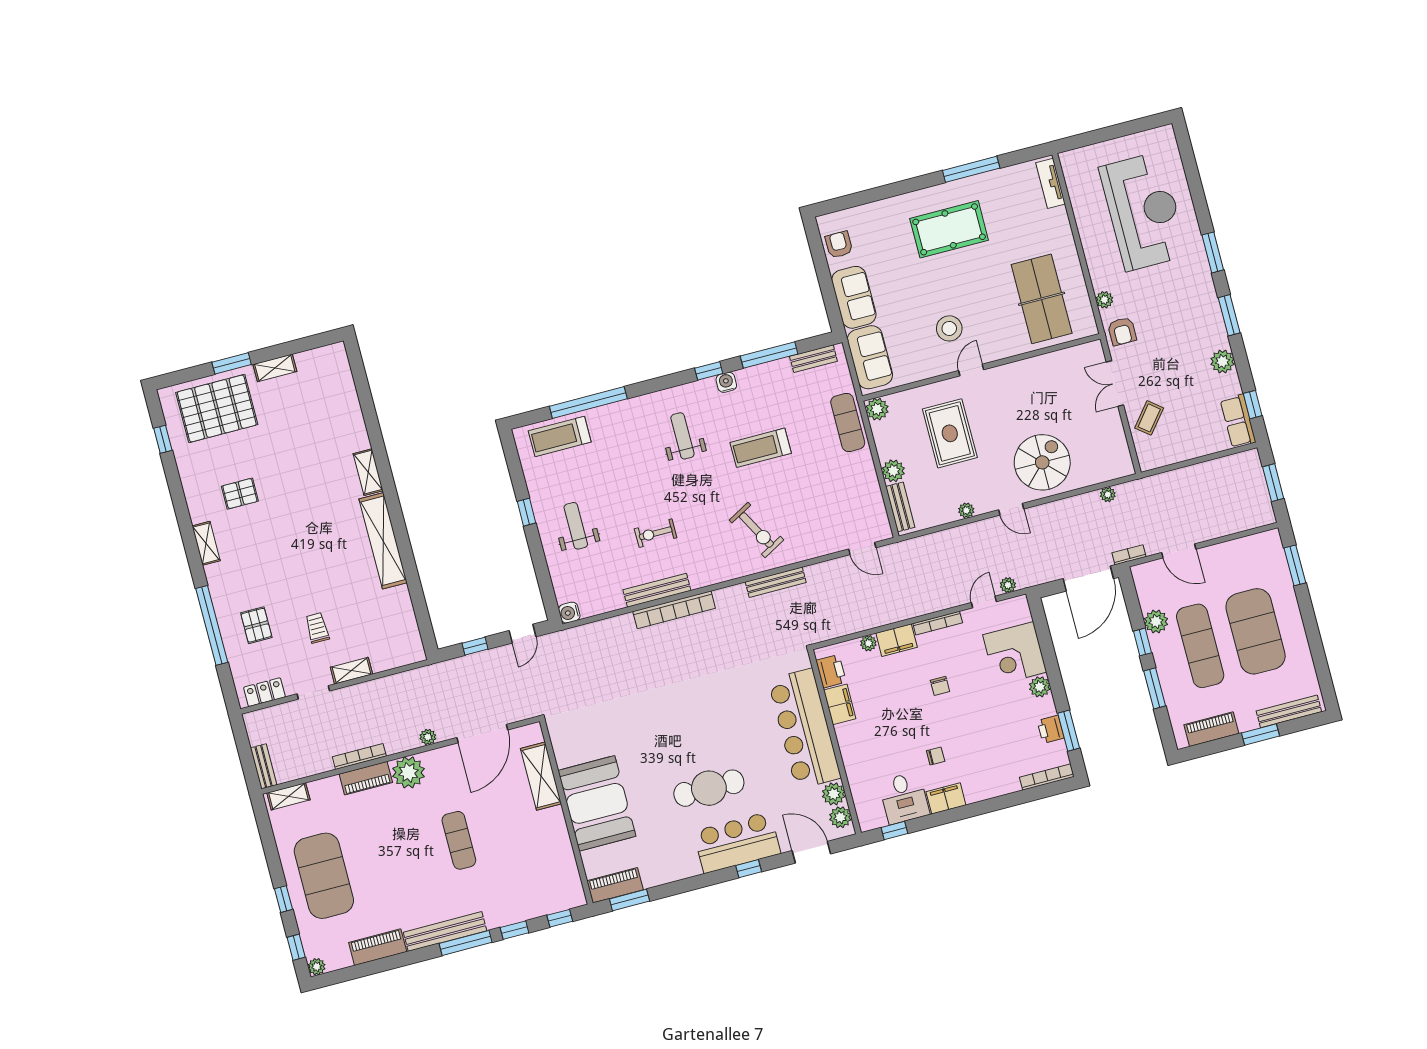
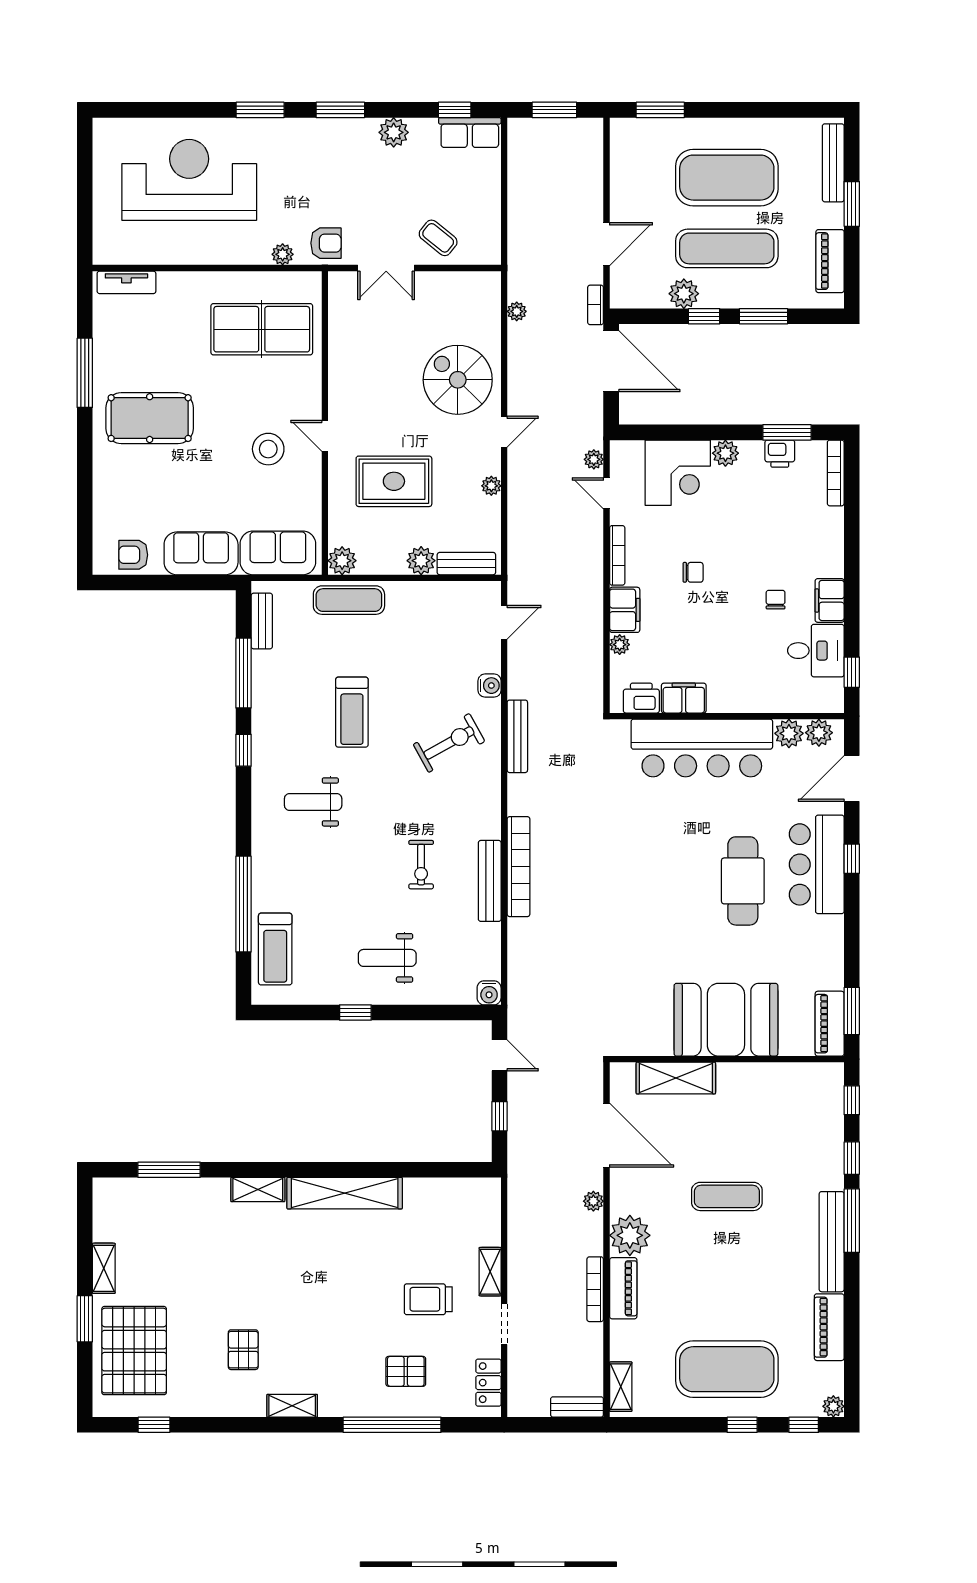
pool table: (949, 229) -> (150, 418), turned 90
water cooler: (726, 382) -> (490, 686), moved, turned 180
window: (365, 399) -> (169, 1170), added
trolley: (317, 628) -> (428, 1299), width x1.36, depth x1.39

